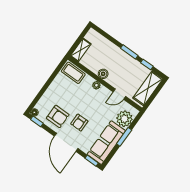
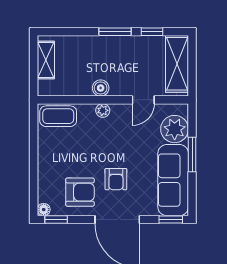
shelving: (81, 50) -> (46, 60), moved

